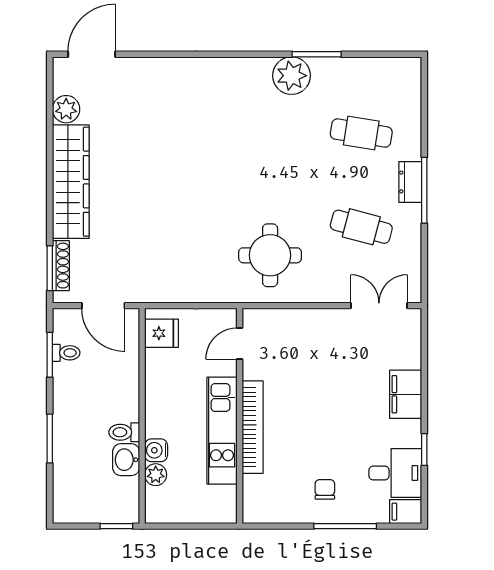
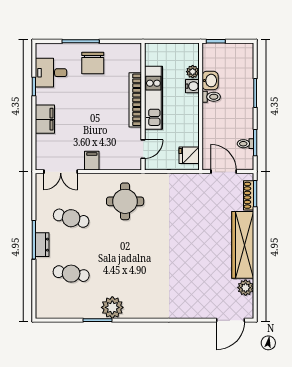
chair: (325, 489) -> (93, 63), width x1.87, depth x1.87
filing cabinet: (406, 512) -> (92, 161), moved, turned -90

